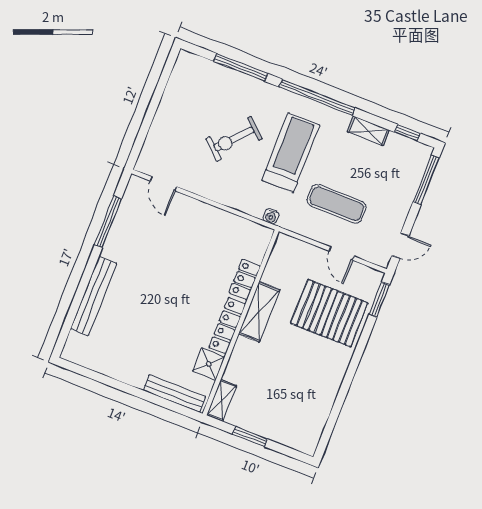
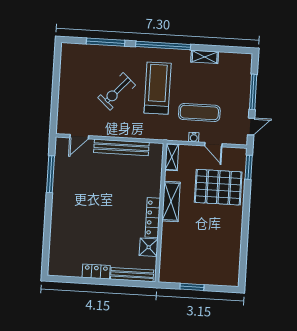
window: (408, 133) -> (231, 50), removed
window: (426, 180) -> (253, 92), moved
door: (163, 184) -> (79, 137), hinge flipped
water cooler: (271, 216) -> (194, 137), moved
locker: (245, 280) -> (96, 271), moved, turned 90
bench: (94, 296) -> (121, 147), moved, turned 90
shelving: (221, 401) -> (172, 157), moved

